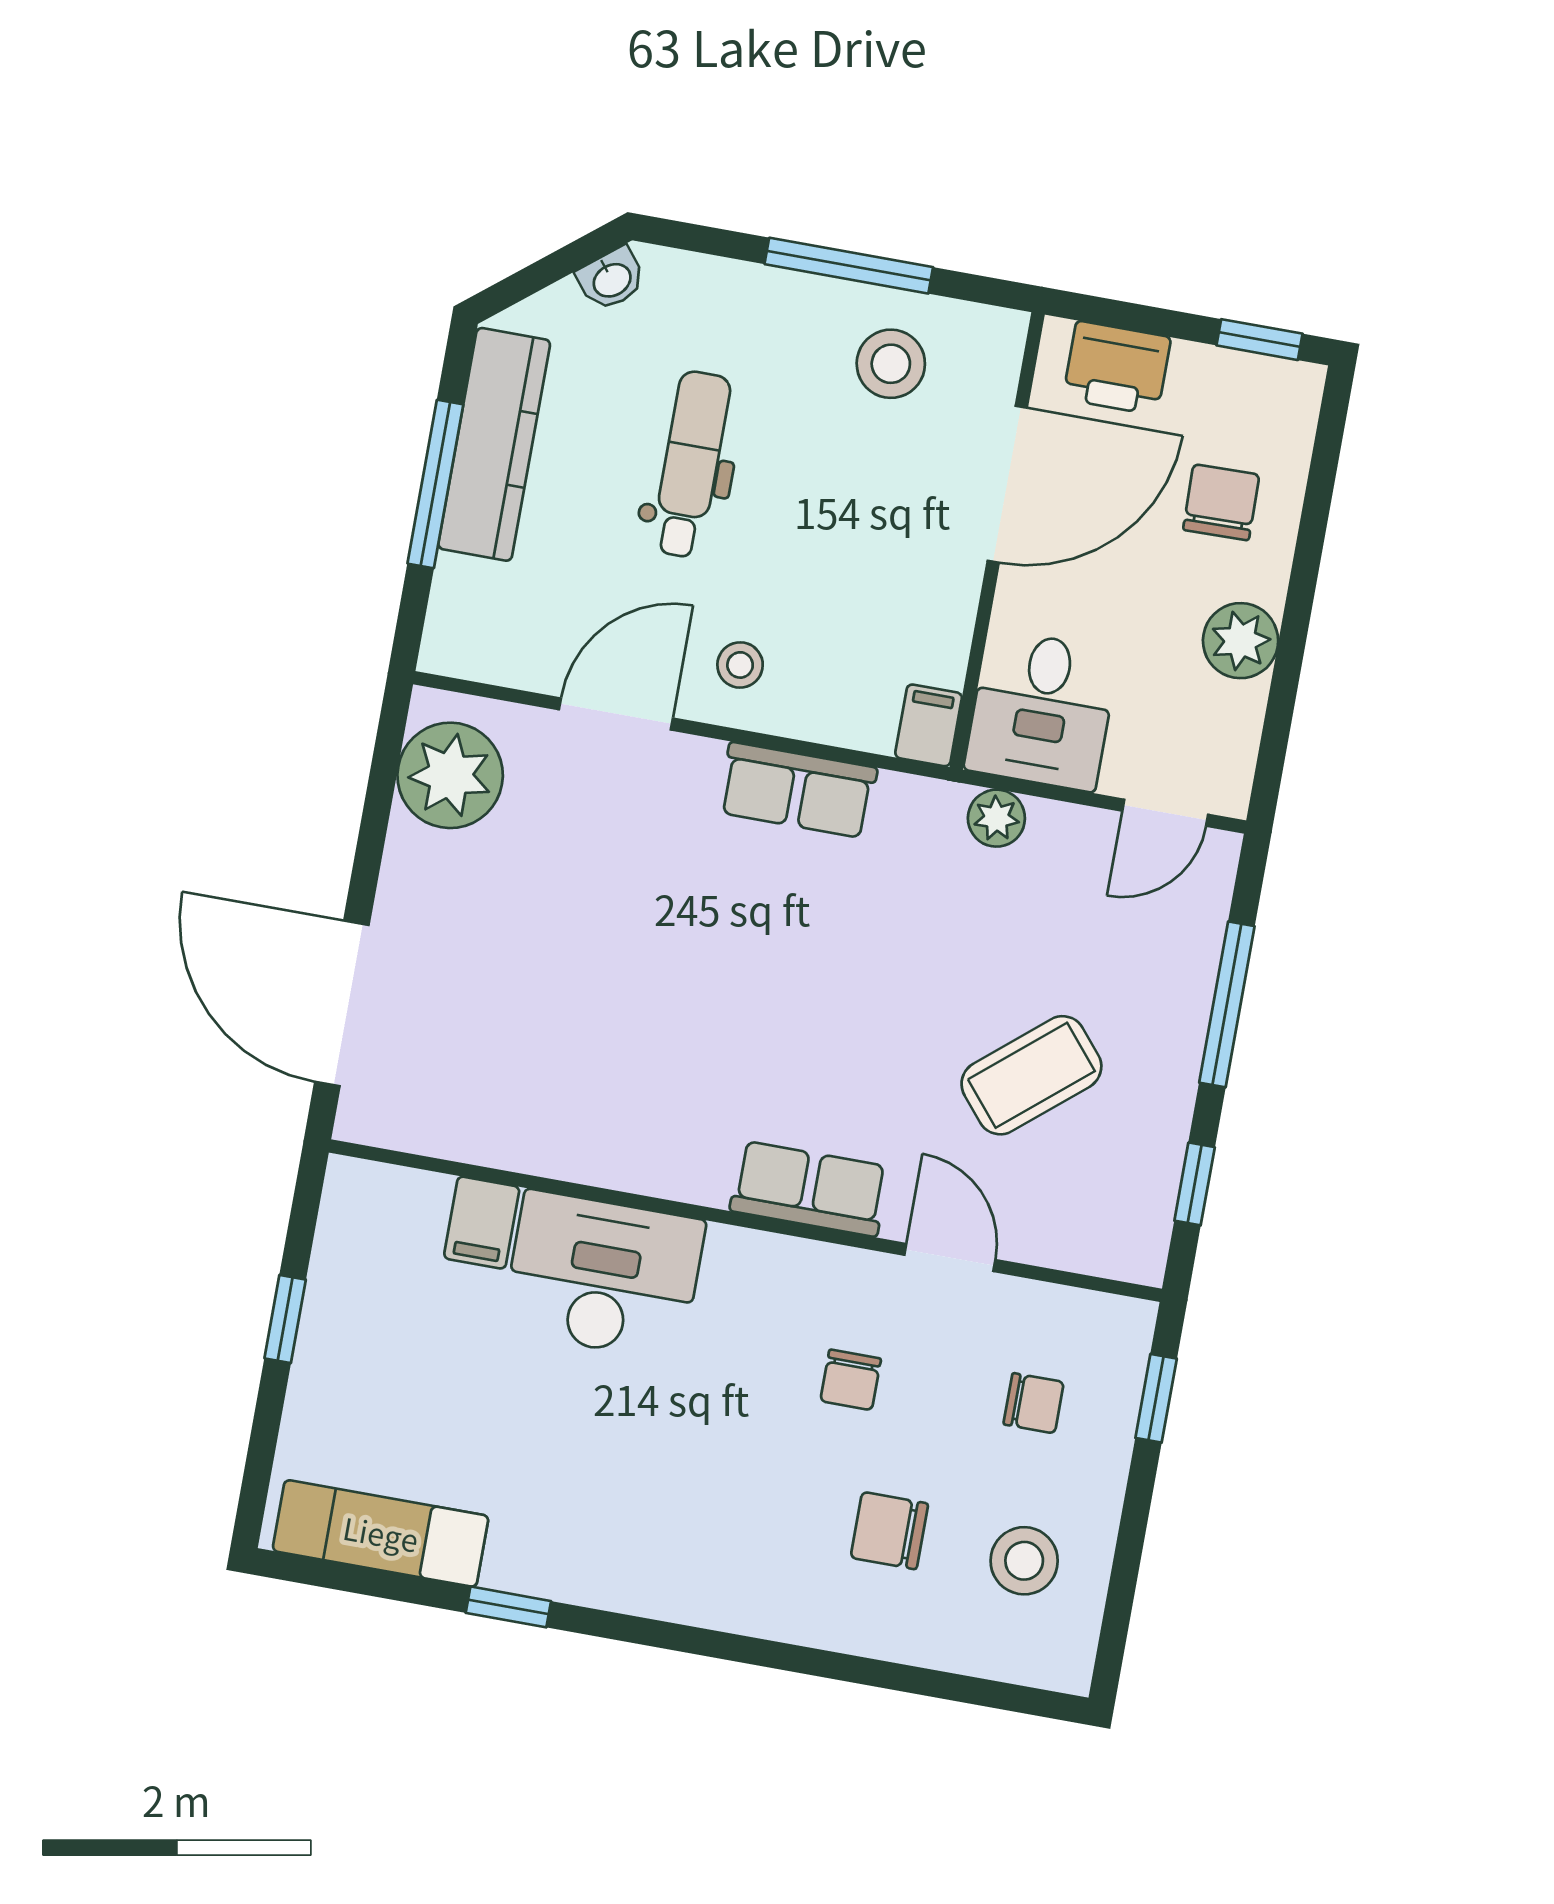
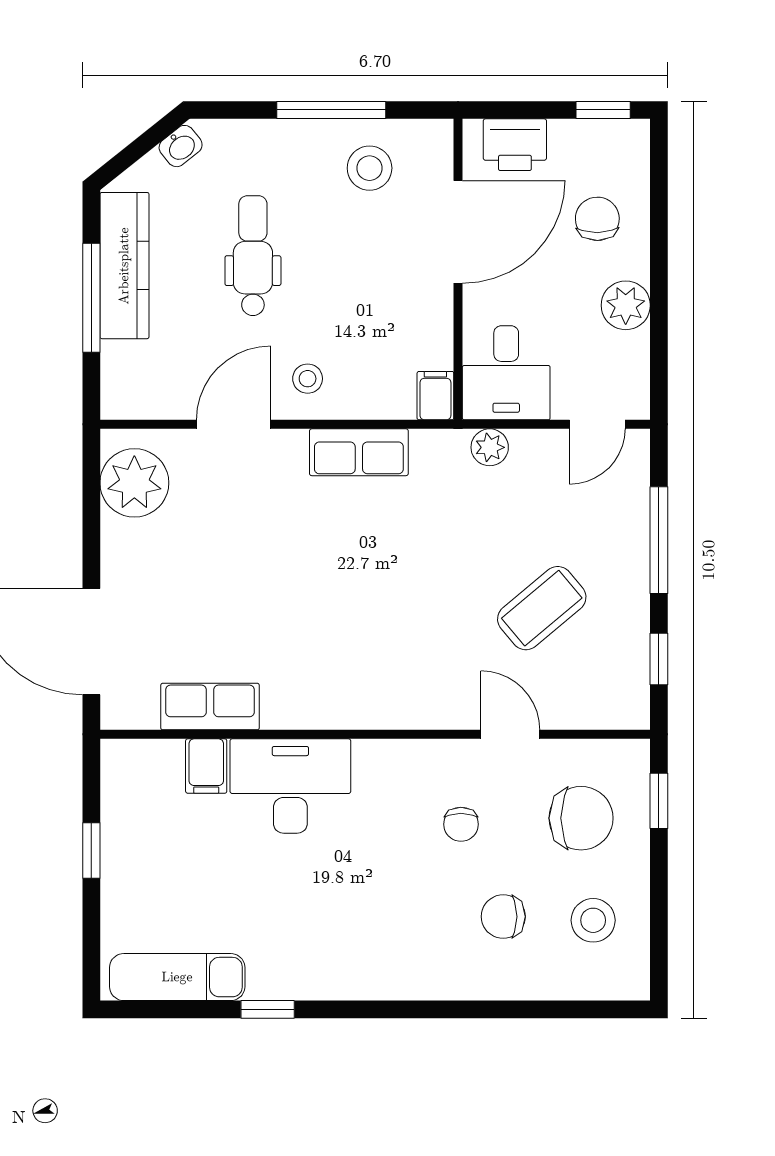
row of seats: (809, 1189) -> (210, 707), moved
chair: (1034, 1403) -> (581, 818), width x1.87, depth x1.87

